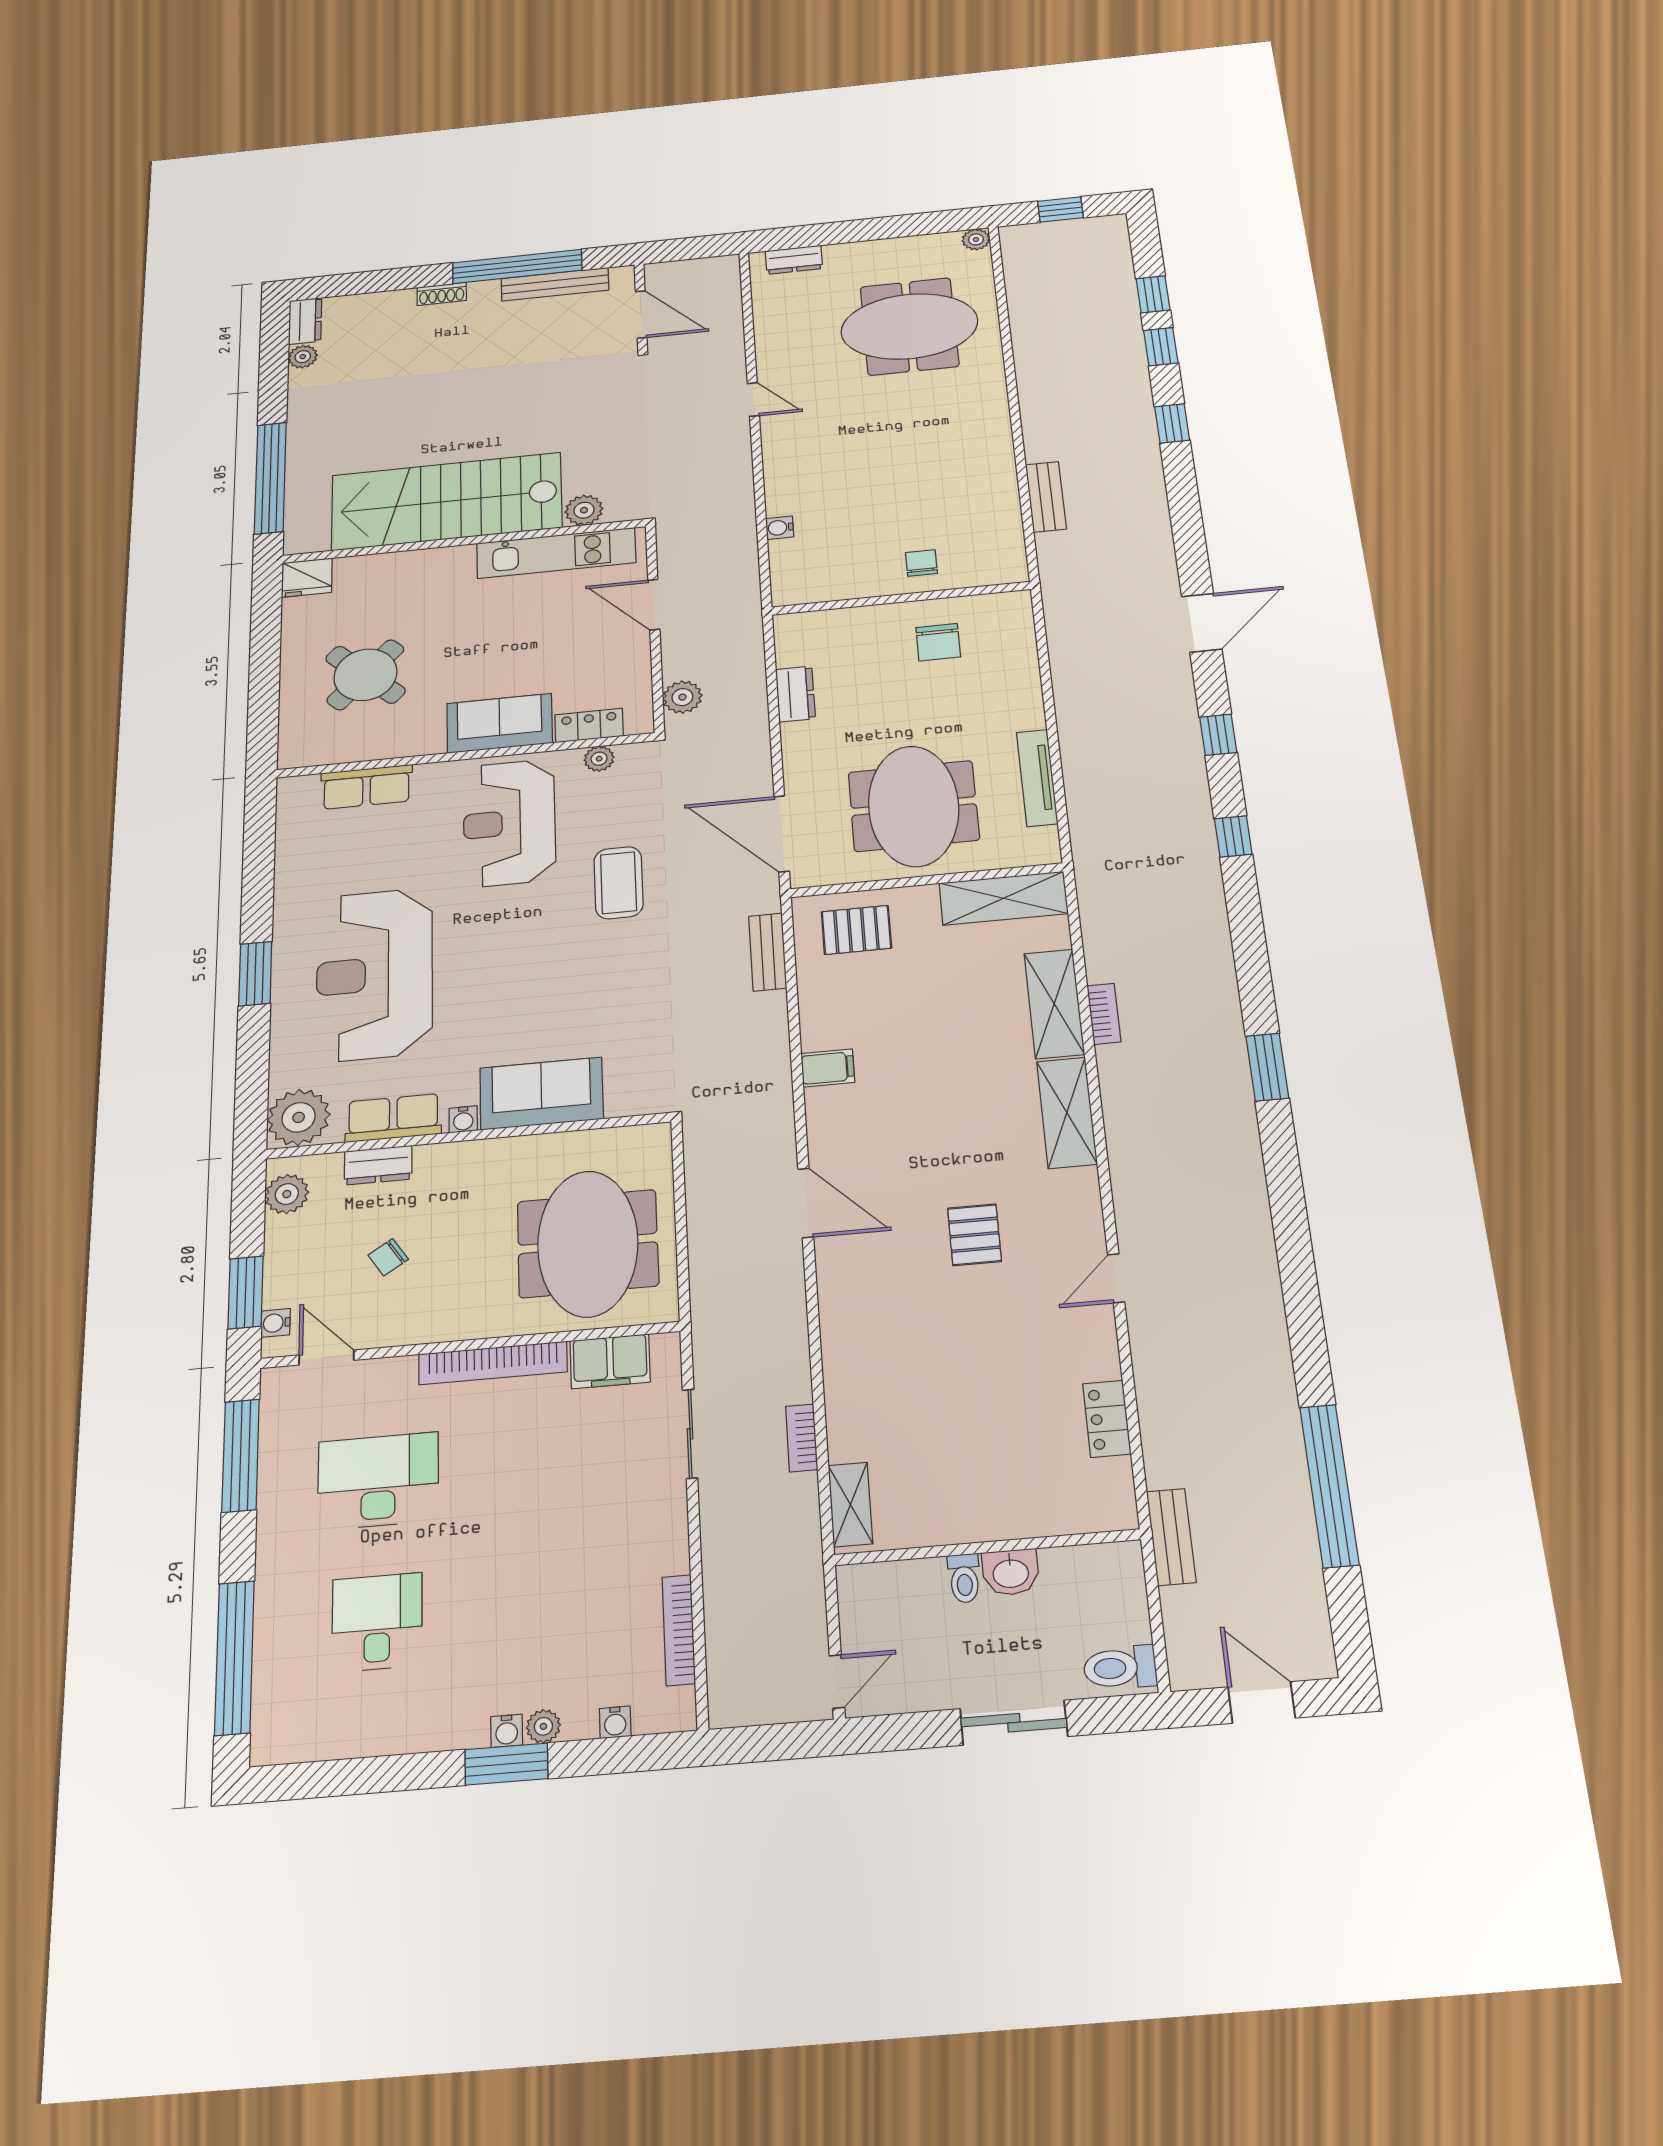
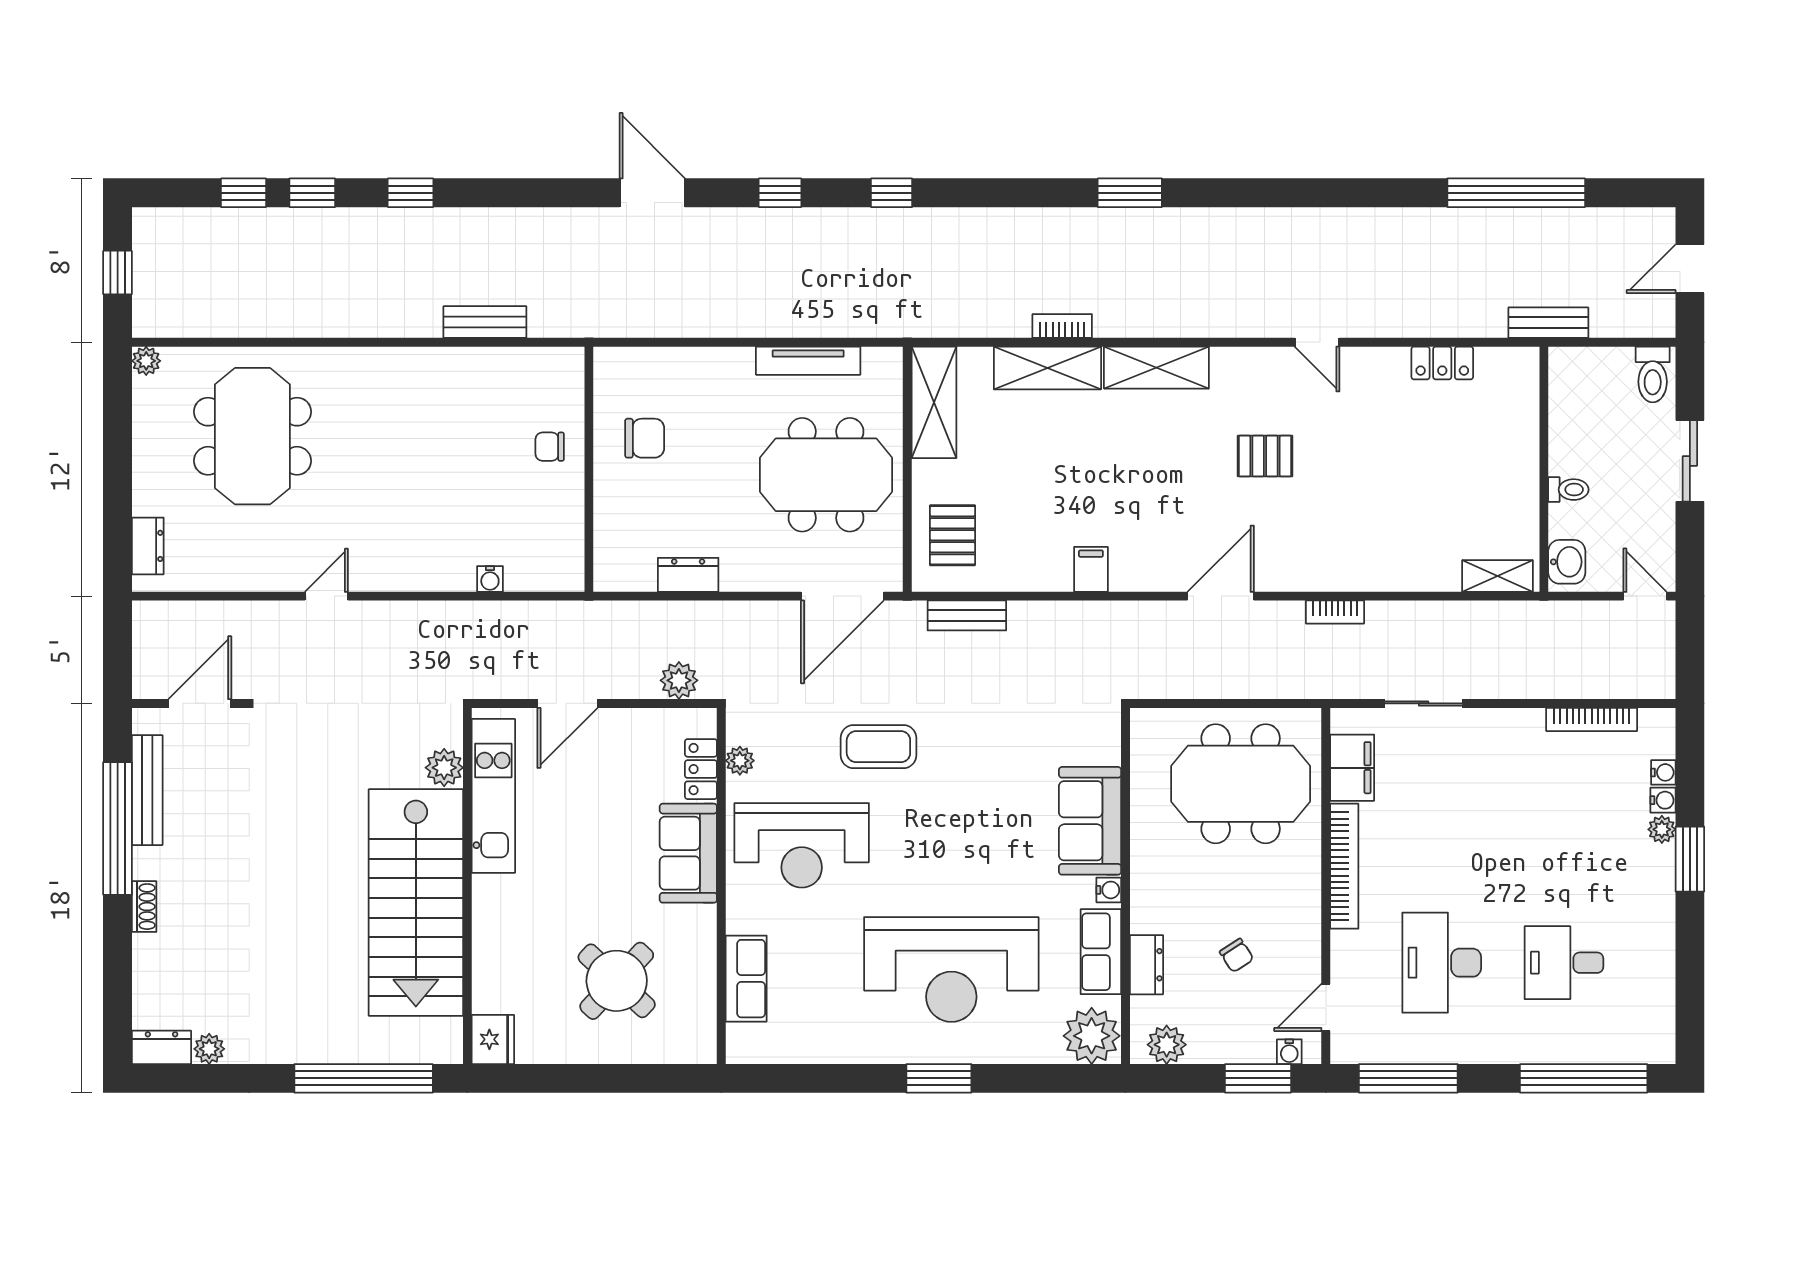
bookcase: (802, 1438) -> (1335, 612), moved
washbasin: (1011, 1572) -> (1567, 562), moved
water cooler: (507, 1731) -> (1663, 800), moved

